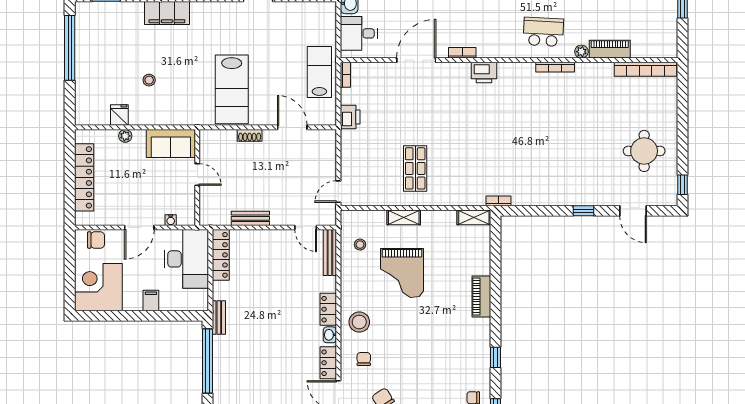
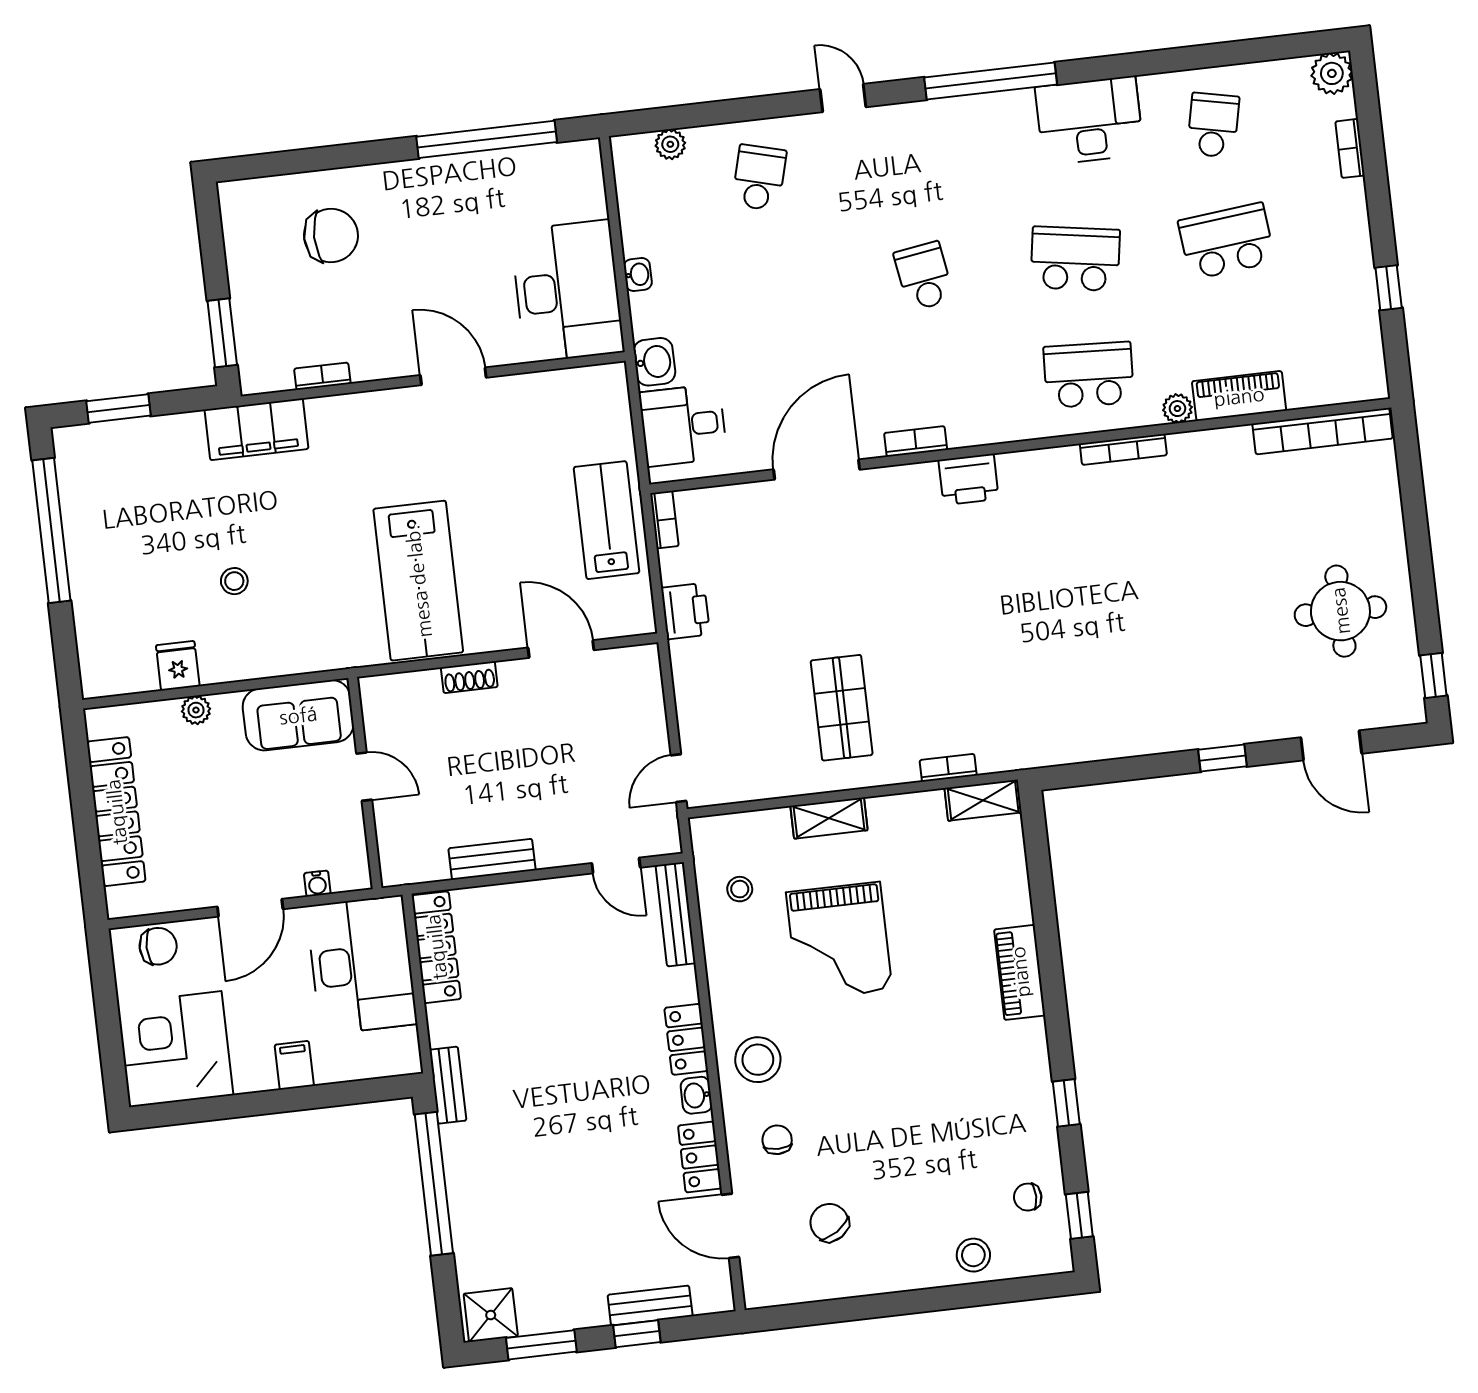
bookcase: (498, 201) -> (948, 768), moved

